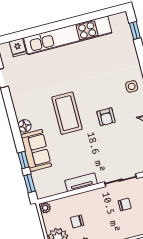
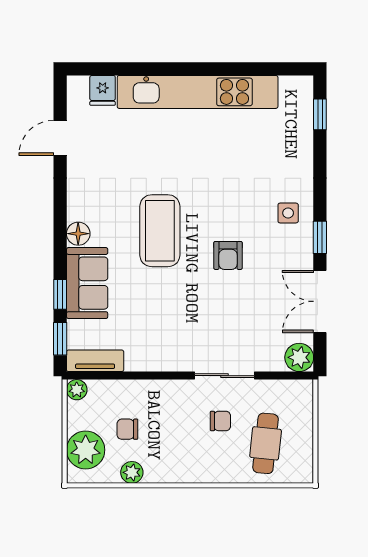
tv unit: (81, 182) -> (95, 361), moved

